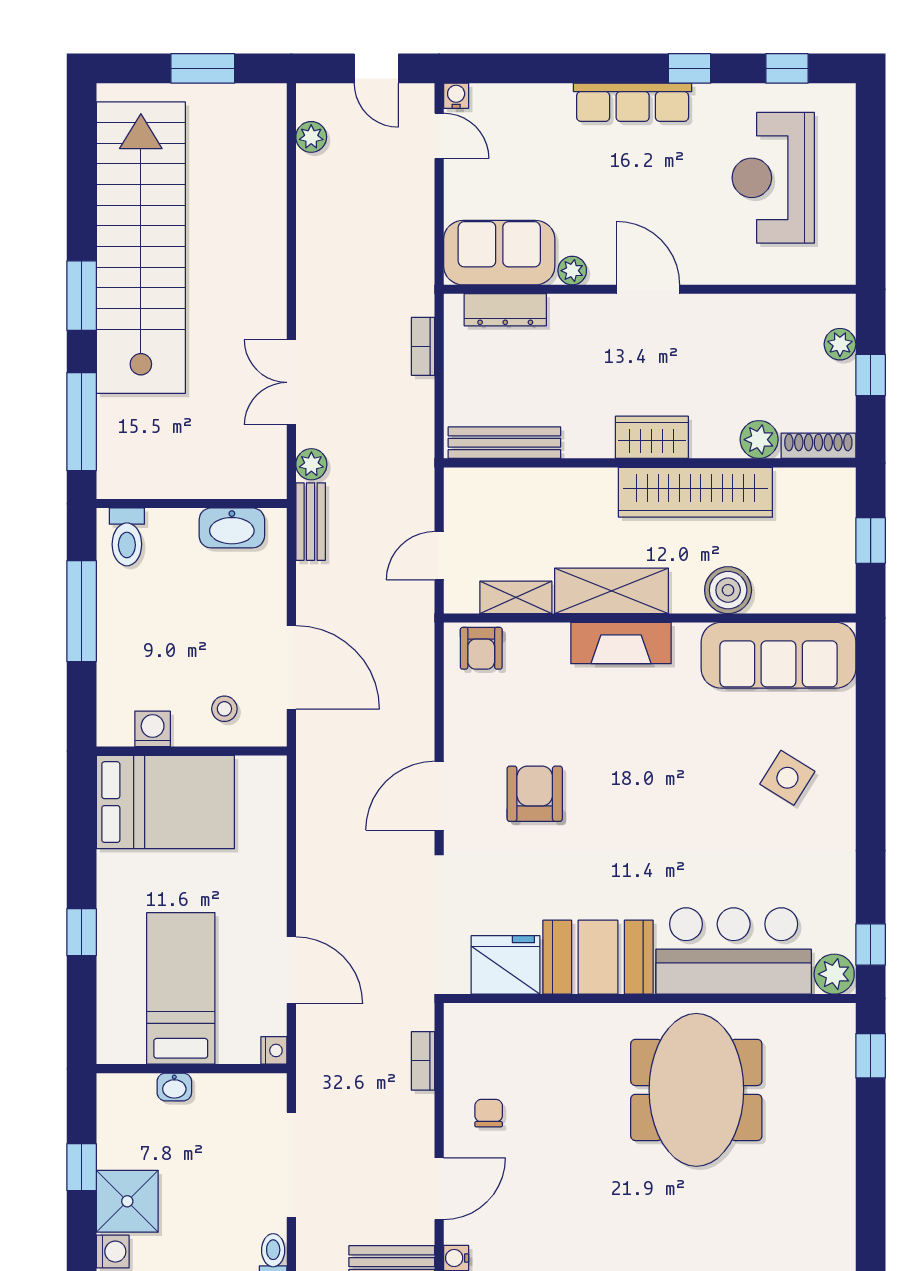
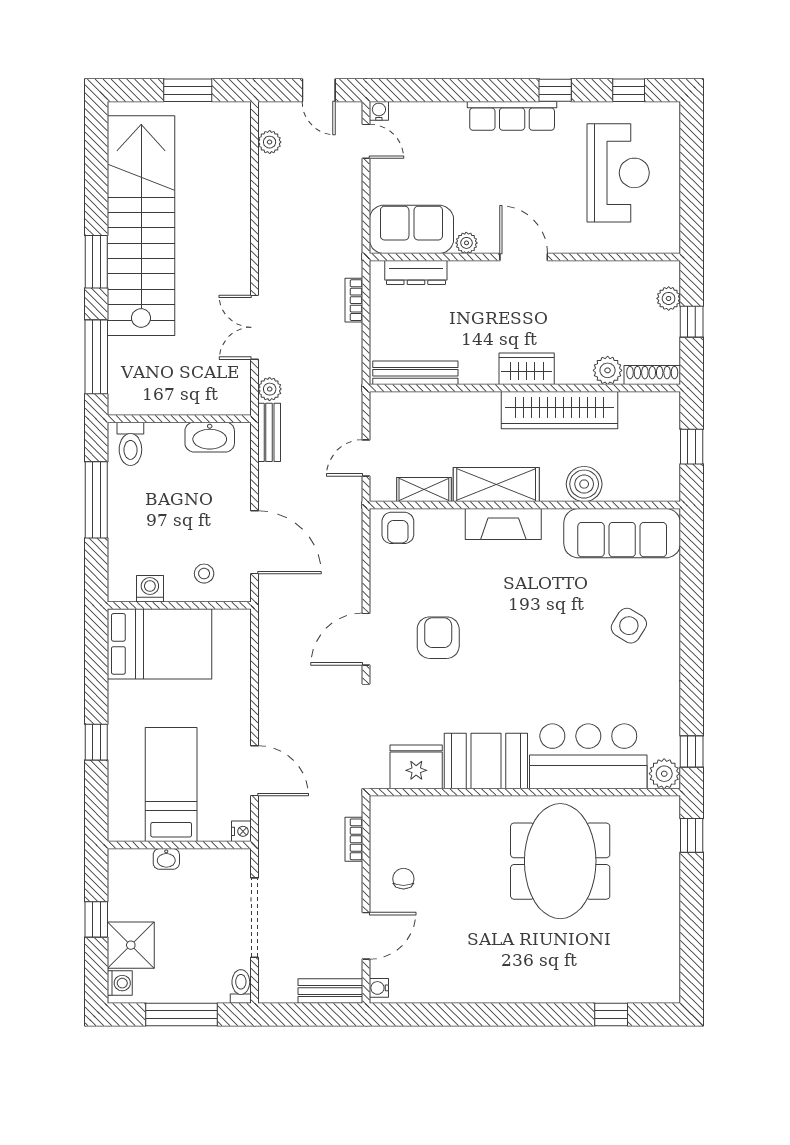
reception desk: (773, 178) -> (618, 173), turned 180

